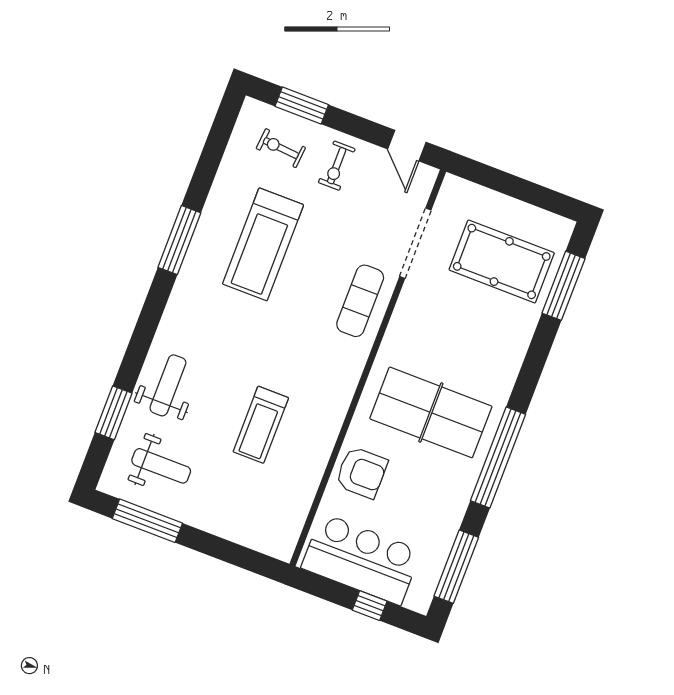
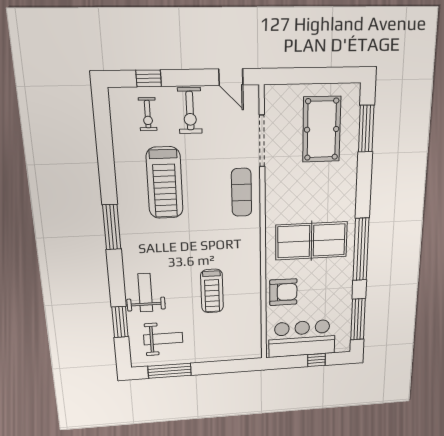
window: (302, 105) -> (149, 78), width x0.67
exercise bike: (281, 148) -> (148, 114), turned -95
exercise bike: (337, 166) -> (190, 111), width x1.38, depth x1.39
window: (179, 240) -> (112, 227), moved
pool table: (502, 261) -> (322, 129), turned 90

